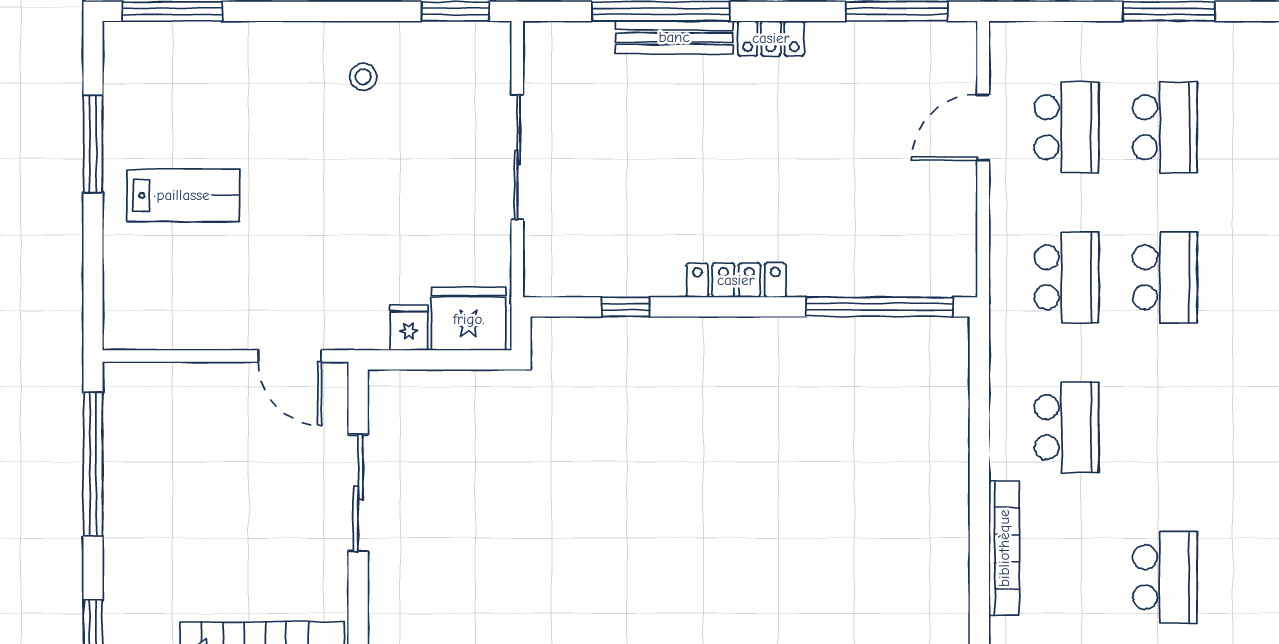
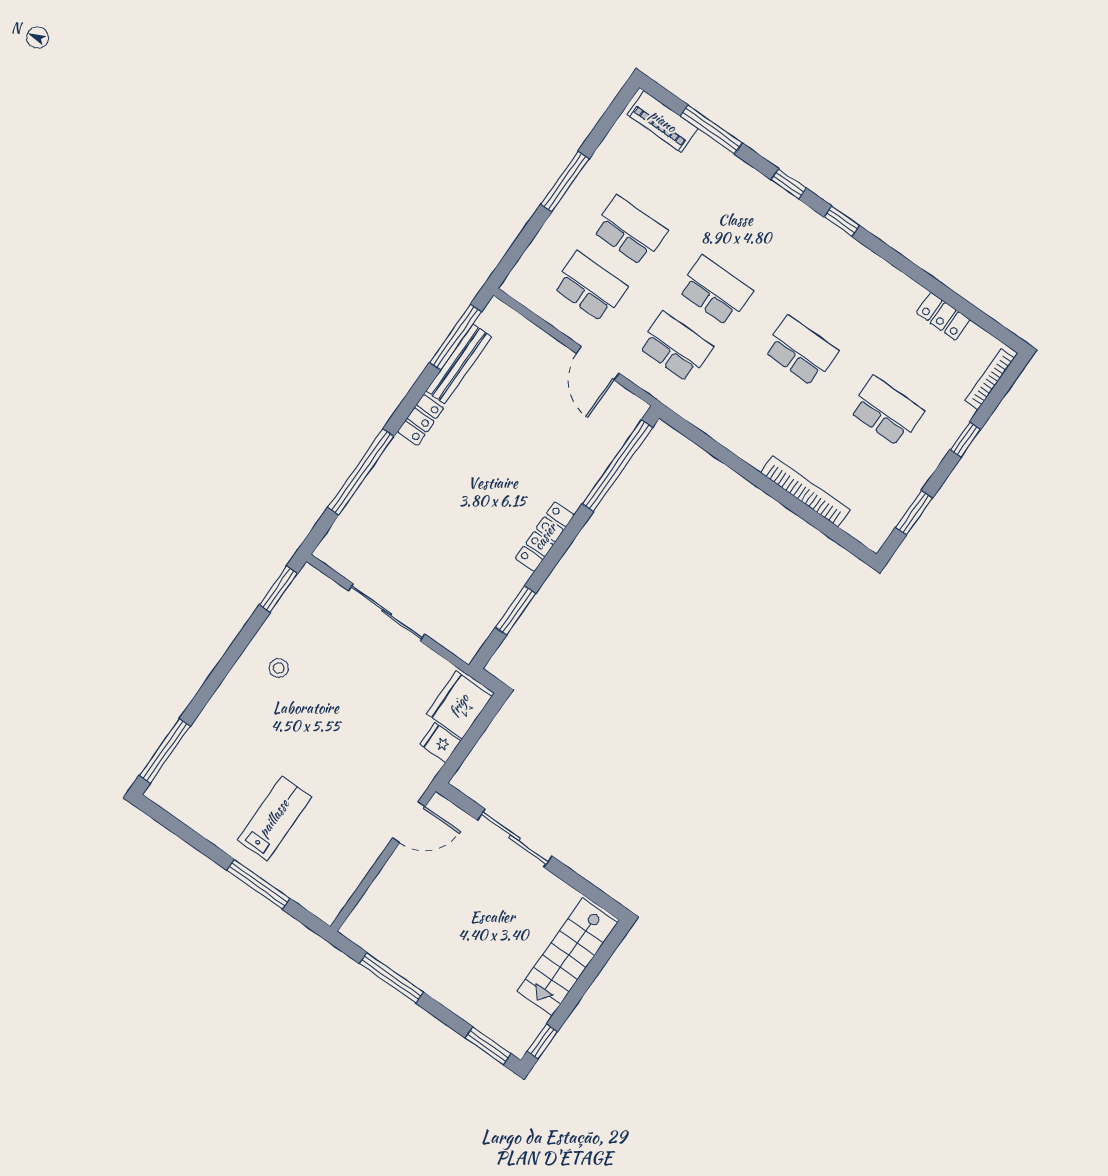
bench: (674, 37) -> (459, 364), moved
door: (983, 127) -> (598, 363), moved
window: (93, 144) -> (258, 884), moved
window: (626, 307) -> (515, 611), width x1.50
school desk: (1067, 427) -> (801, 351), moved
window: (93, 464) -> (391, 978), width x0.68

